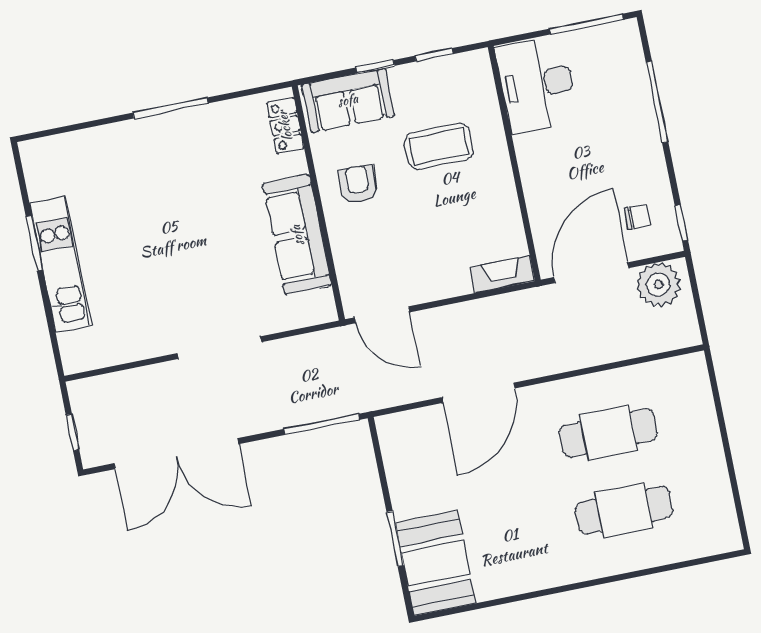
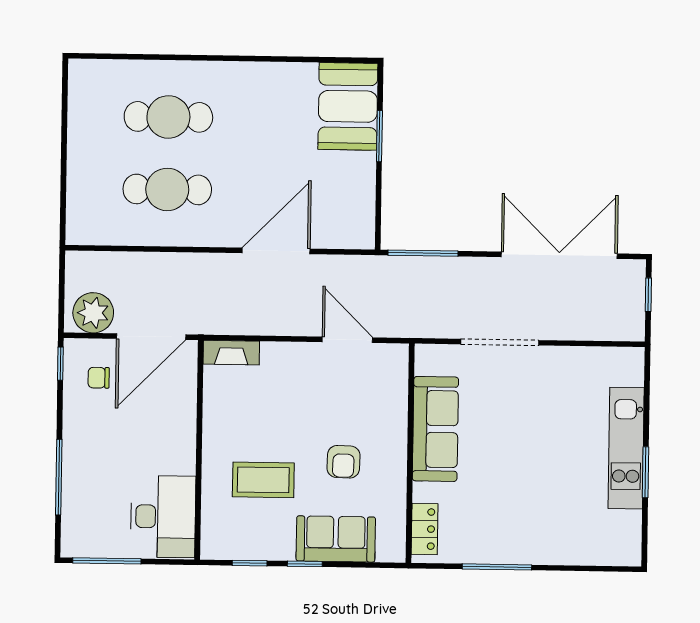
locker: (285, 126) -> (425, 529), moved
wall: (318, 203) -> (410, 453), moved
sofa: (297, 235) -> (435, 429), moved

